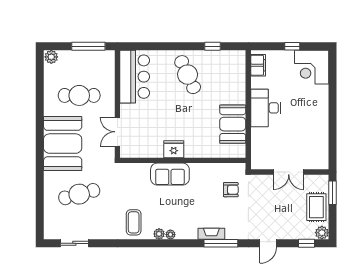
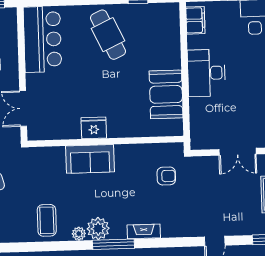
plant: (170, 235) -> (98, 229), width x1.88, depth x1.88
window: (221, 243) -> (113, 244), moved

